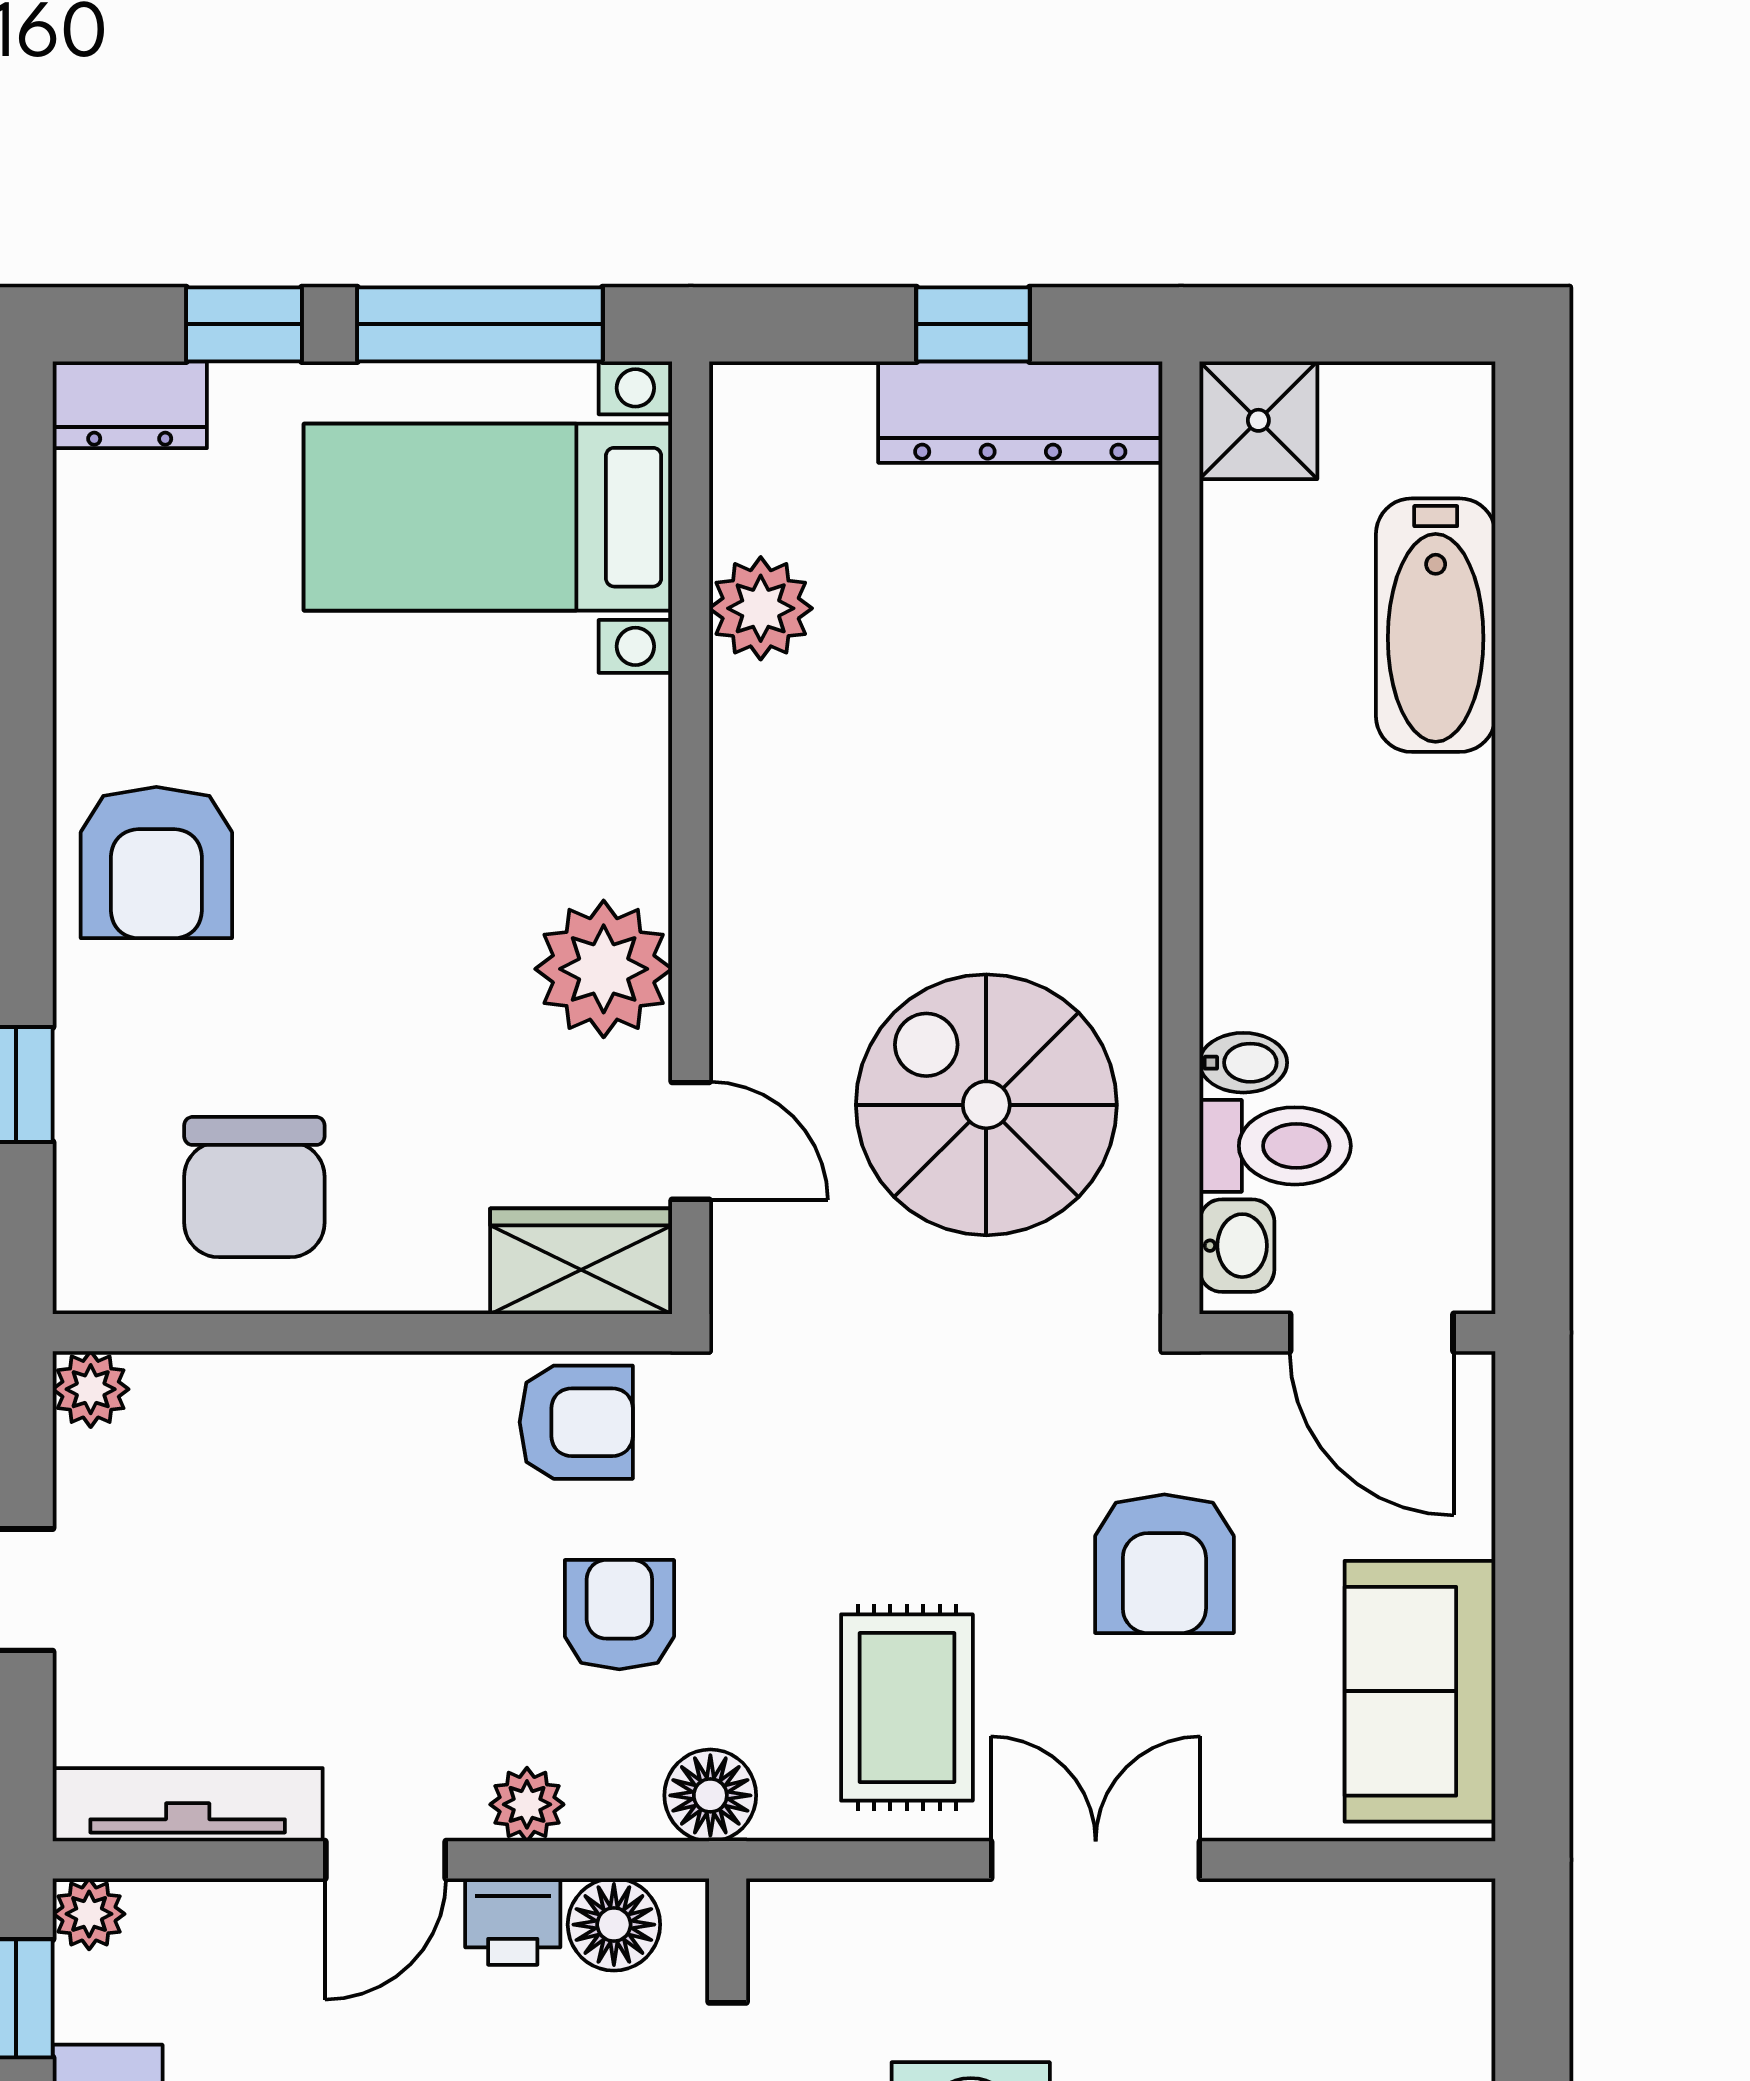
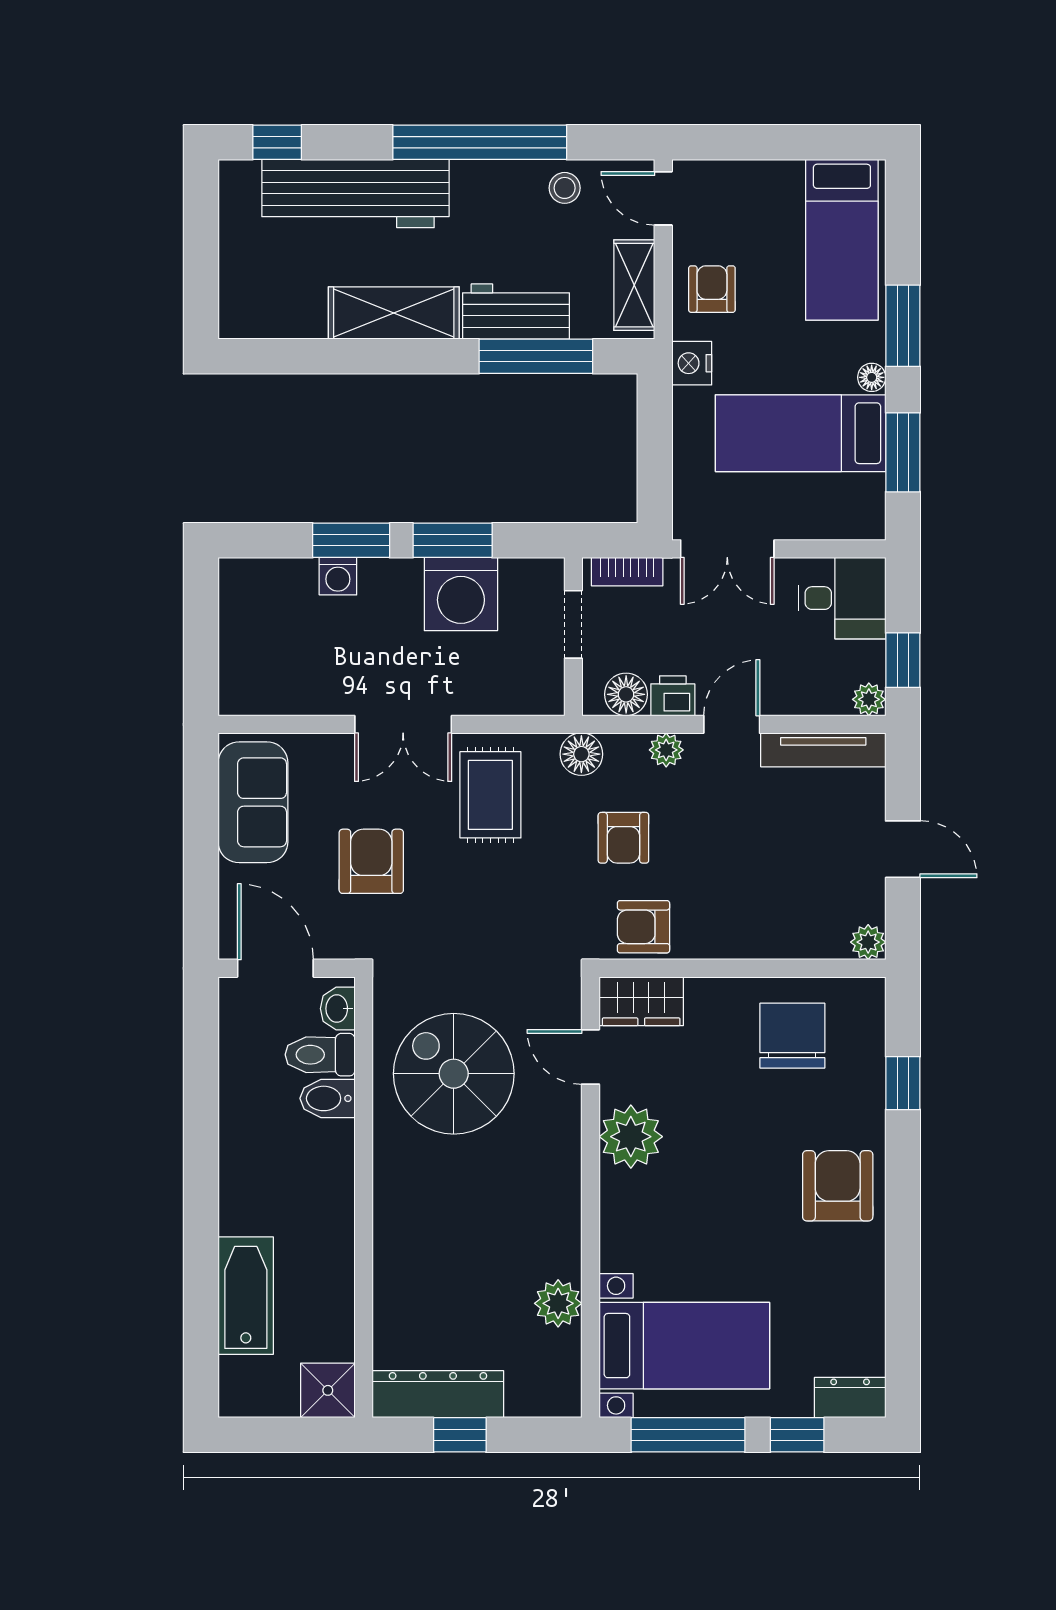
bidet: (1243, 1063) -> (327, 1098), width x1.38, depth x1.36
spiral stairs: (986, 1105) -> (454, 1074), turned 180

